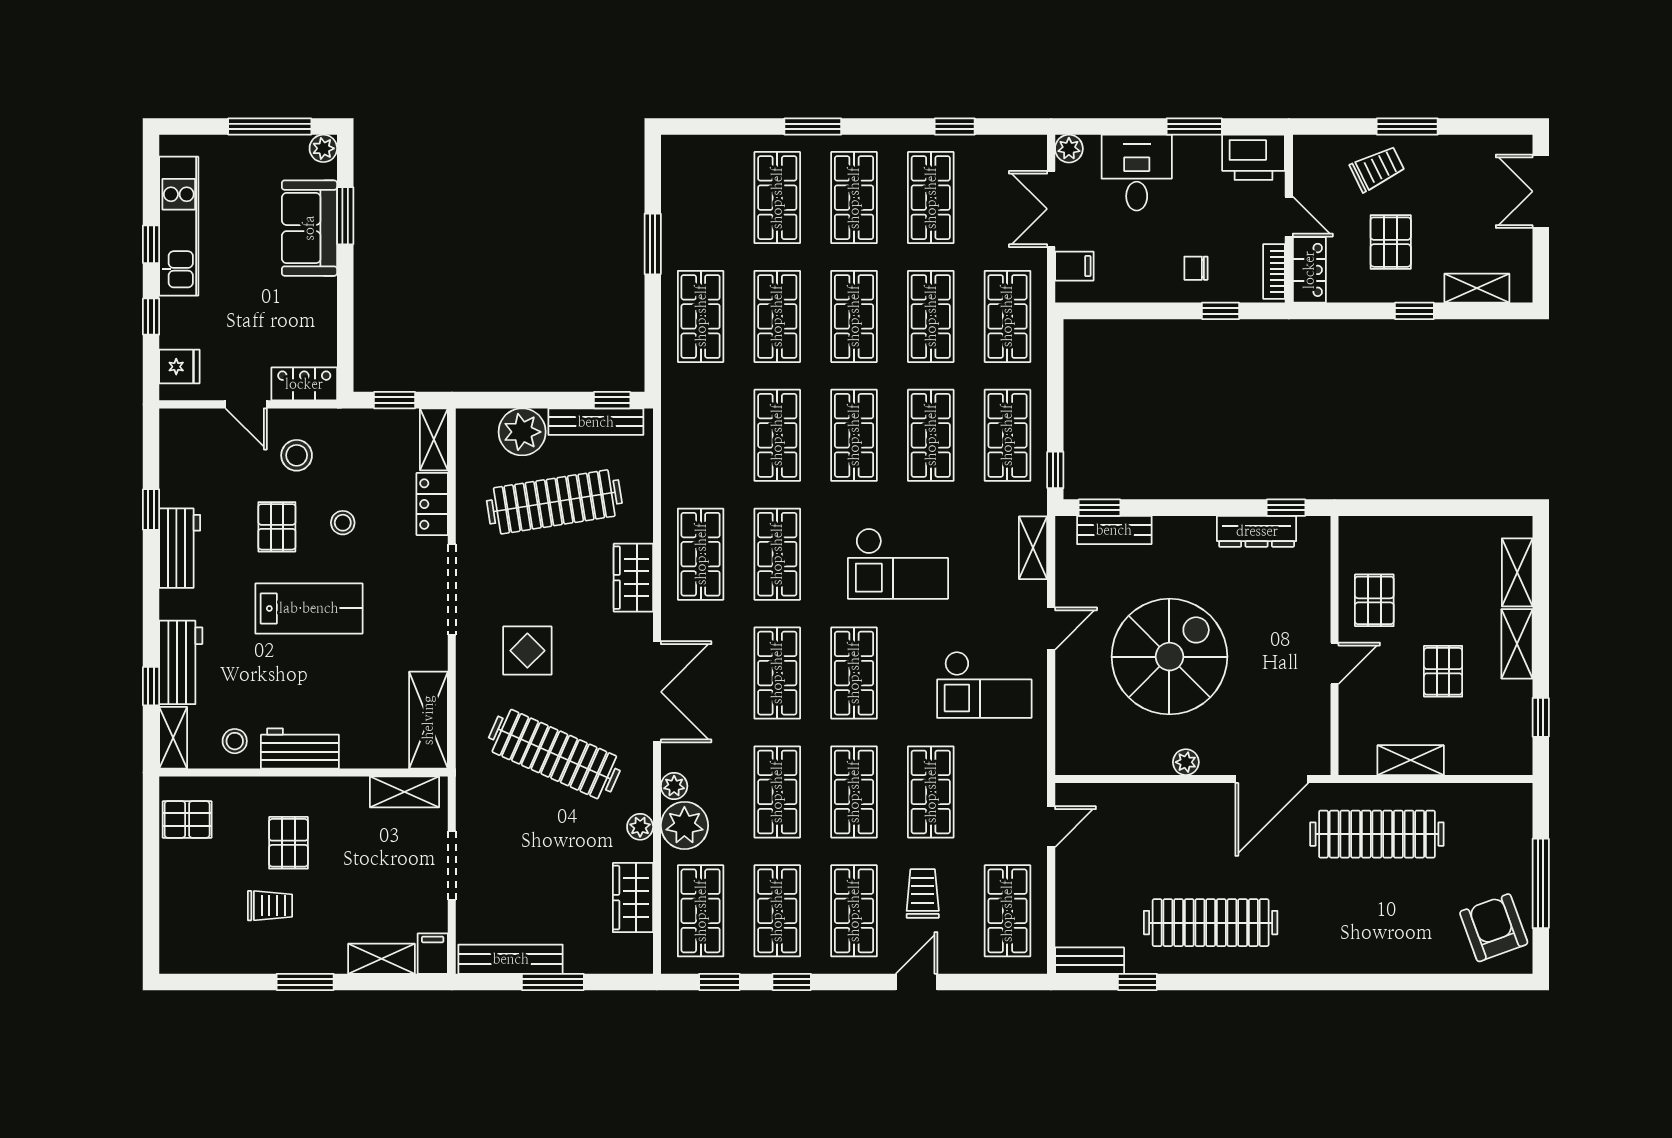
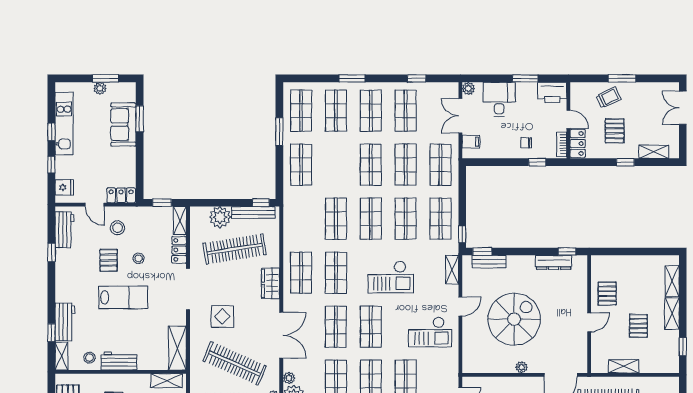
window: (270, 127) -> (105, 78), width x0.69
plant: (323, 148) -> (100, 88), moved
shop shelf: (777, 316) -> (301, 111), moved
workbench: (180, 548) -> (64, 230), moved

